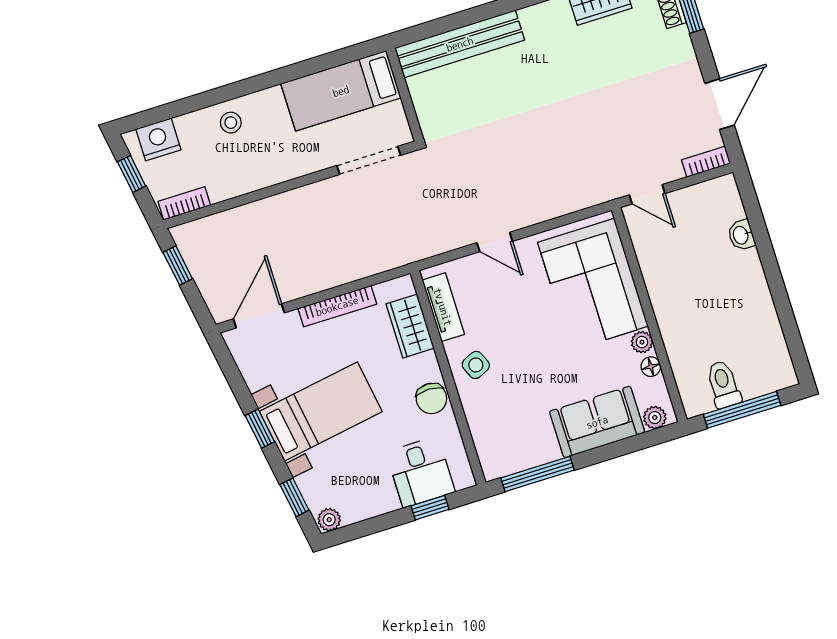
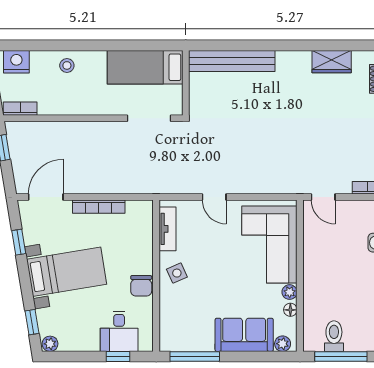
wardrobe: (410, 326) -> (142, 234), removed
window: (260, 429) -> (19, 242), moved

